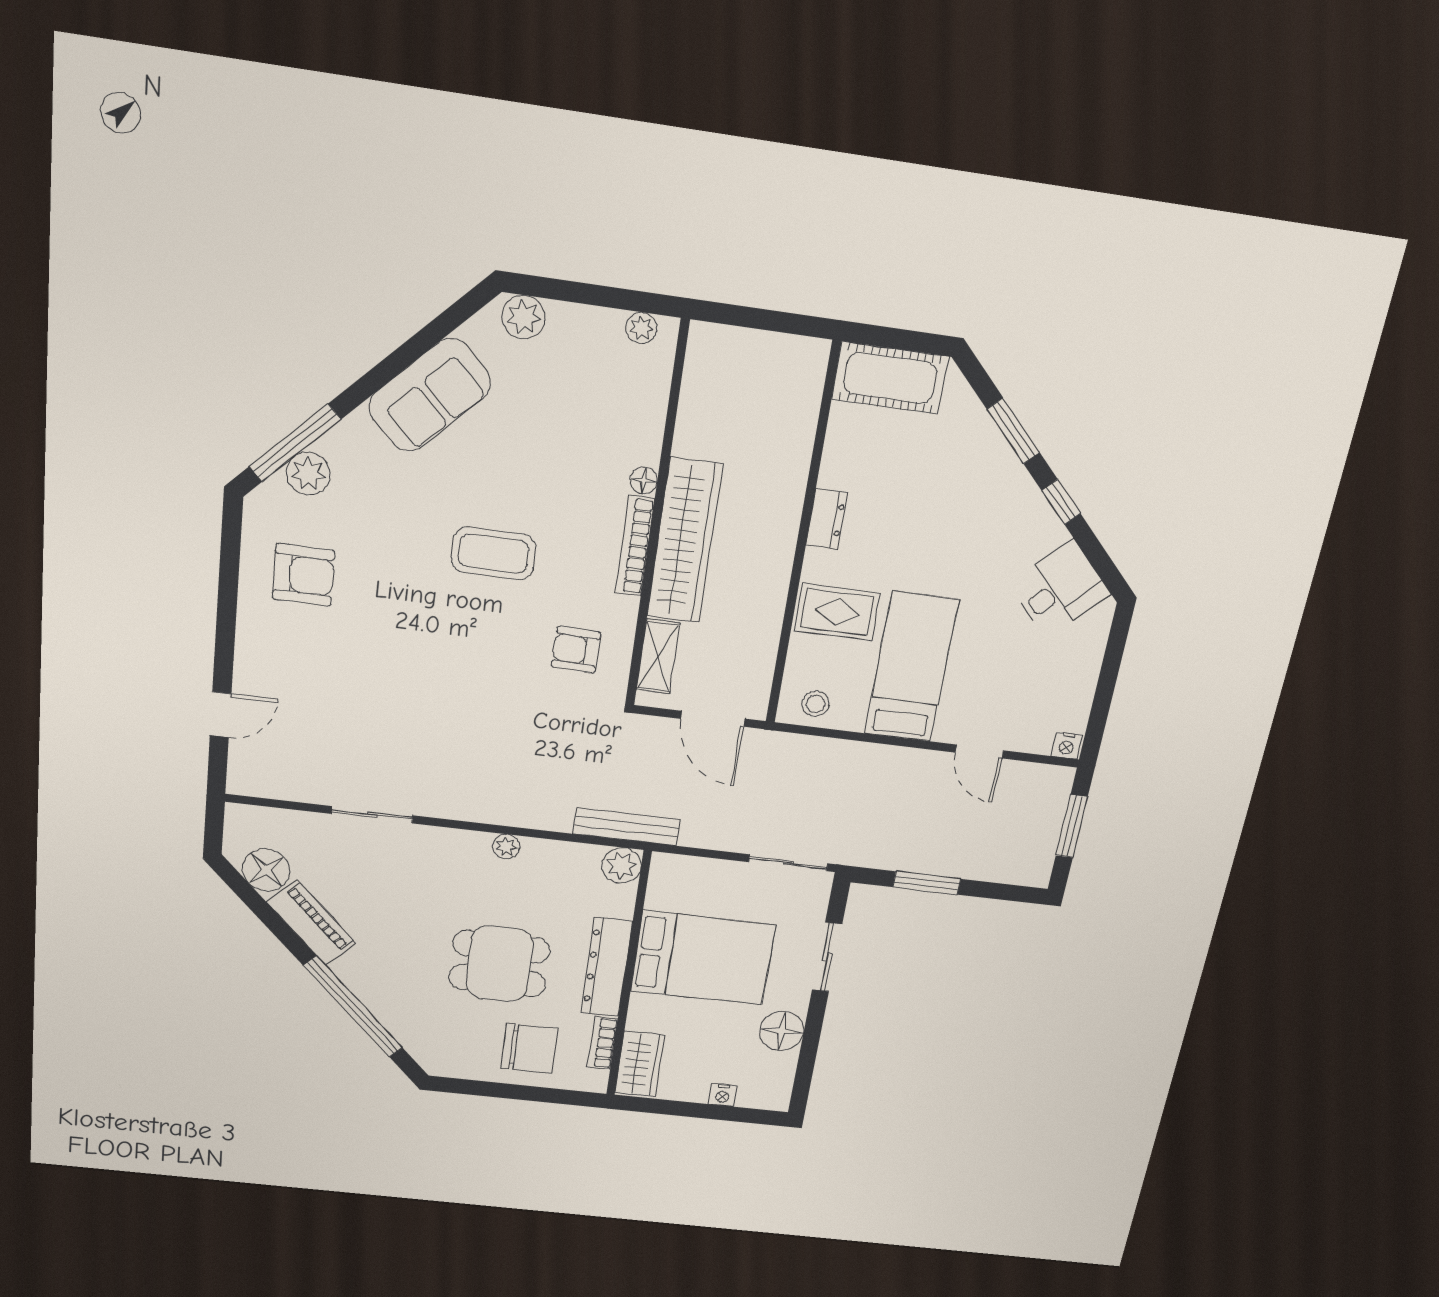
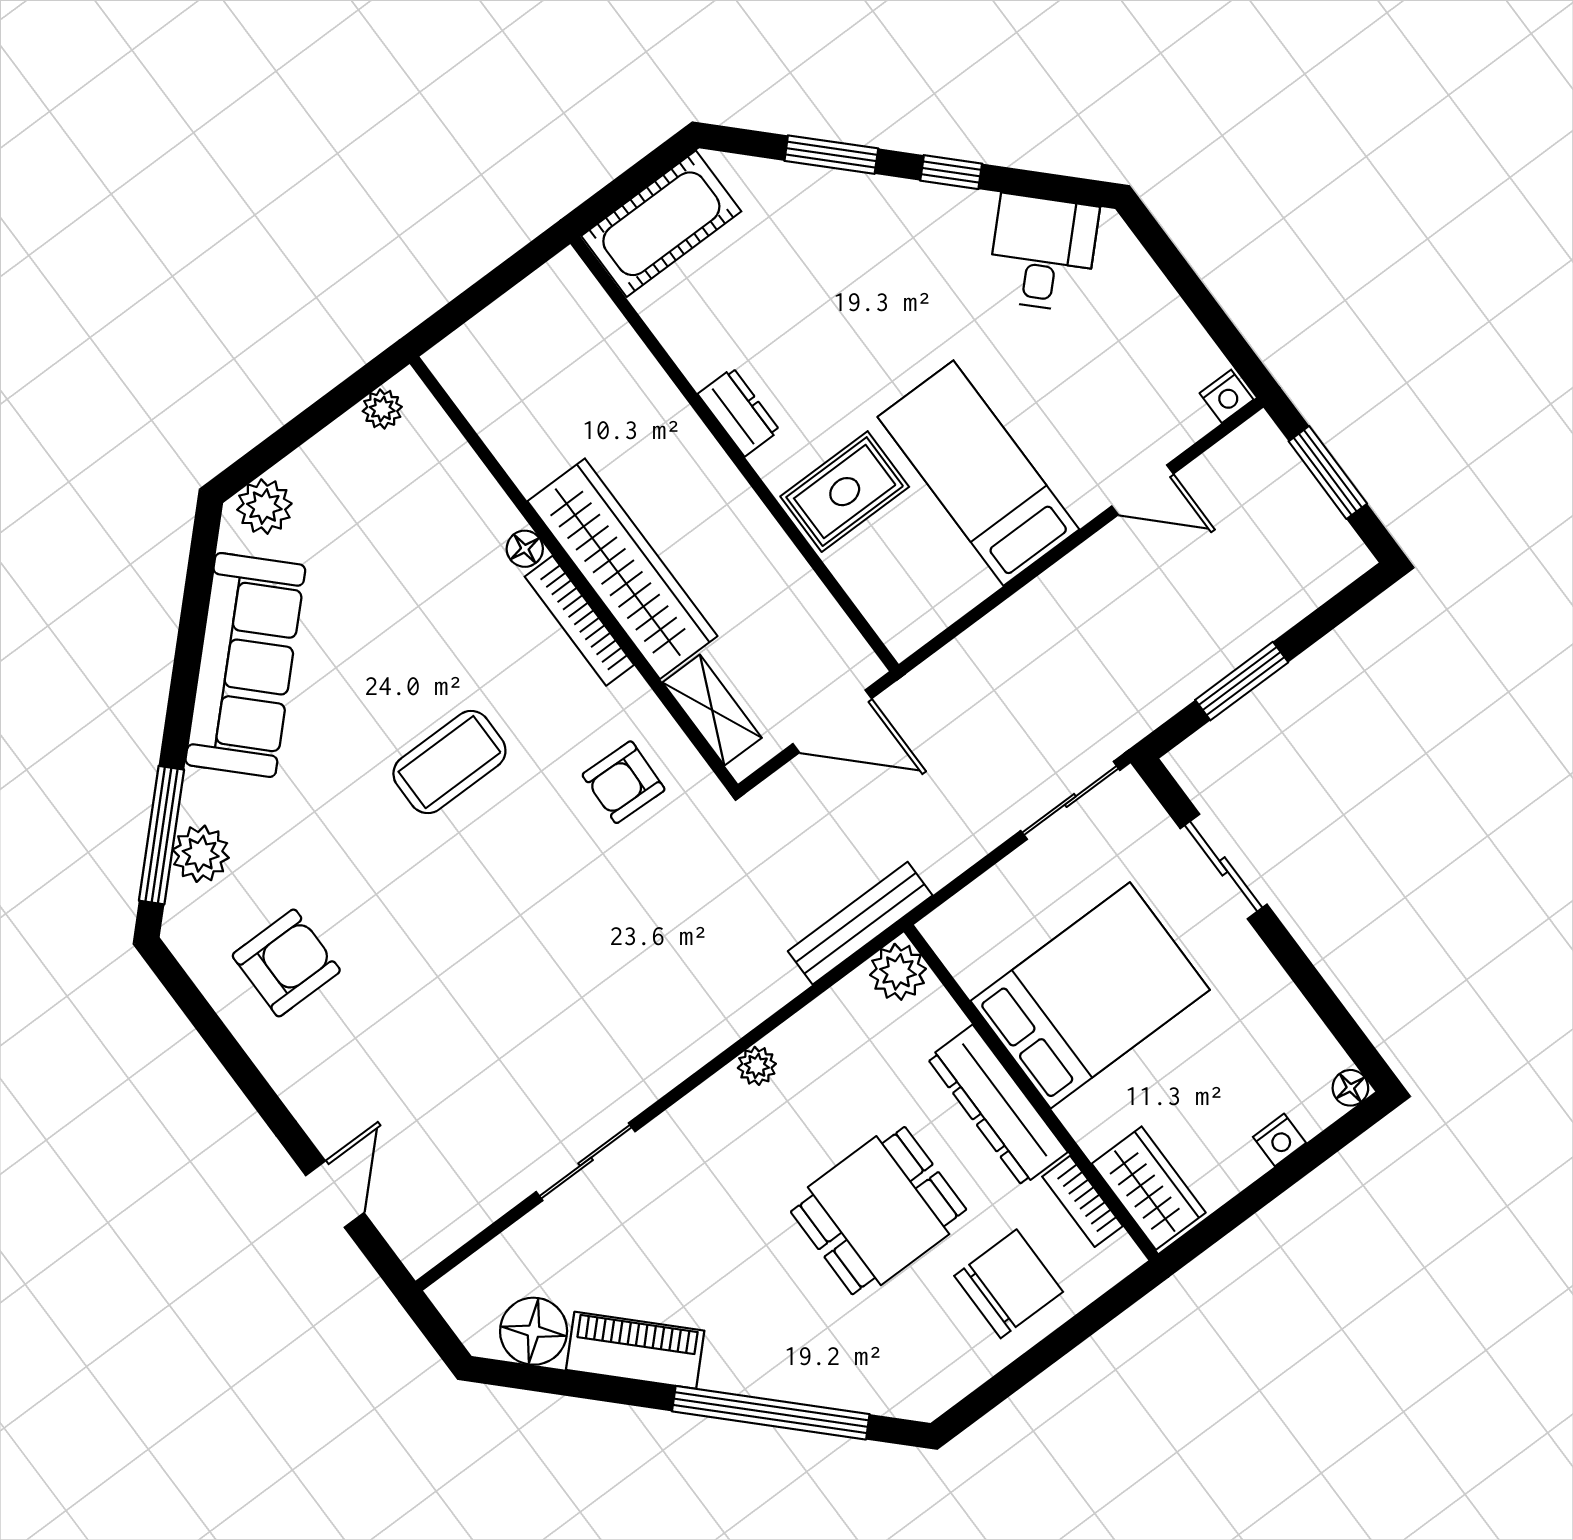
sofa: (430, 395) -> (245, 665), width x1.36
stool: (816, 704) -> (921, 605), removed
floor lamp: (782, 1031) -> (1350, 1088), moved, width x0.53, depth x0.53

